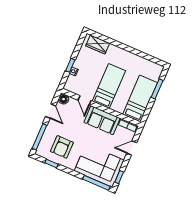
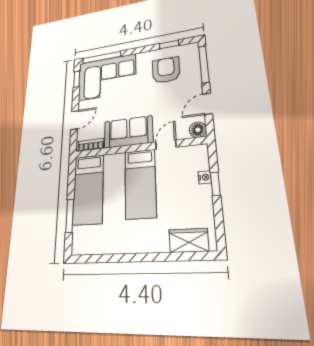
door: (85, 100) -> (166, 145), hinge flipped
door: (51, 111) -> (208, 104), hinge flipped

